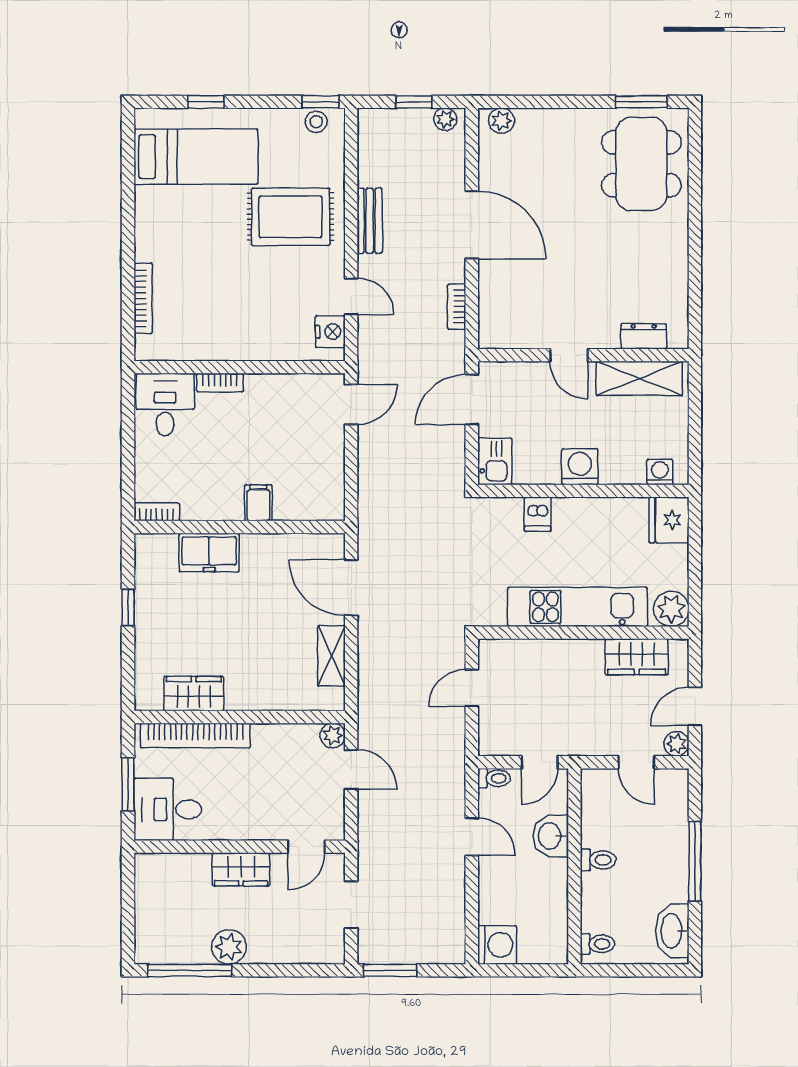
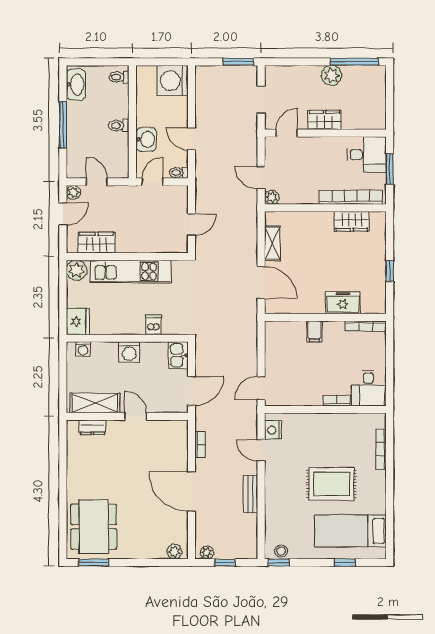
rug: (291, 217) -> (331, 484), moved
bookcase: (157, 512) -> (366, 326), width x1.56
washing machine: (497, 945) -> (173, 81), width x1.37, depth x1.37

